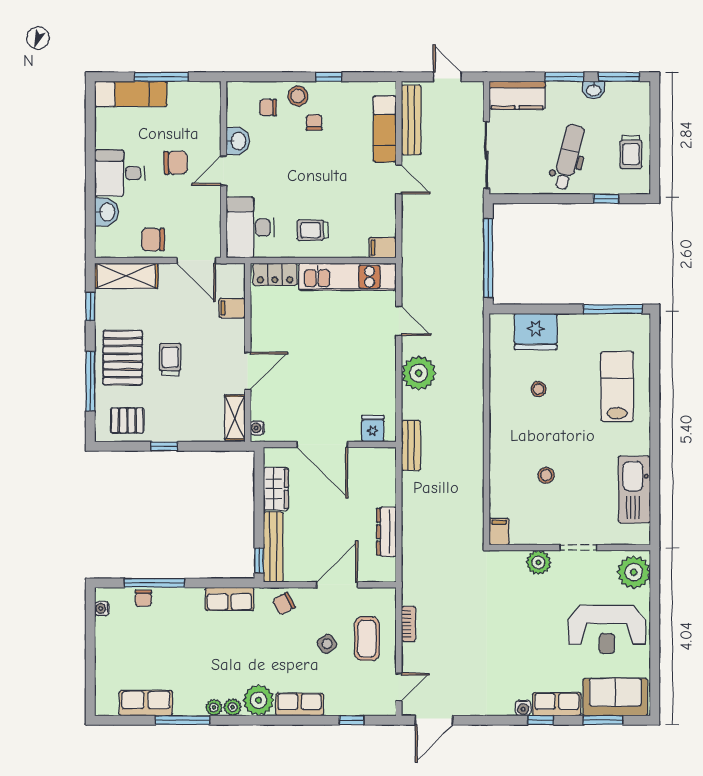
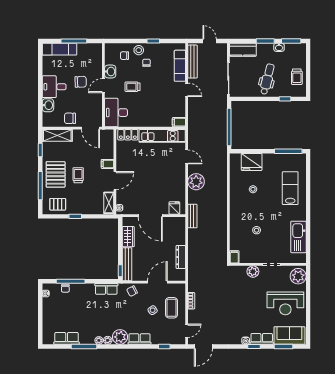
trolley: (313, 230) -> (132, 87), moved
filing cabinet: (232, 308) -> (107, 164), moved

